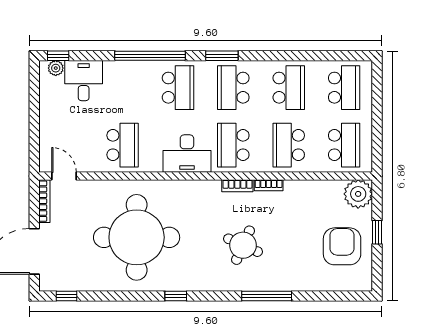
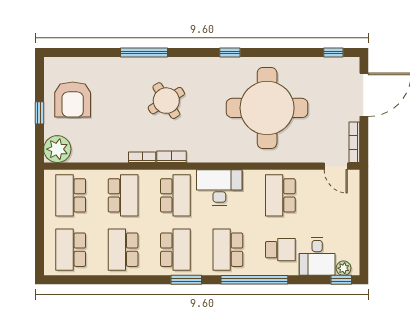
school desk: (123, 88) -> (280, 250), added
round table: (243, 245) -> (166, 101), turned 34

